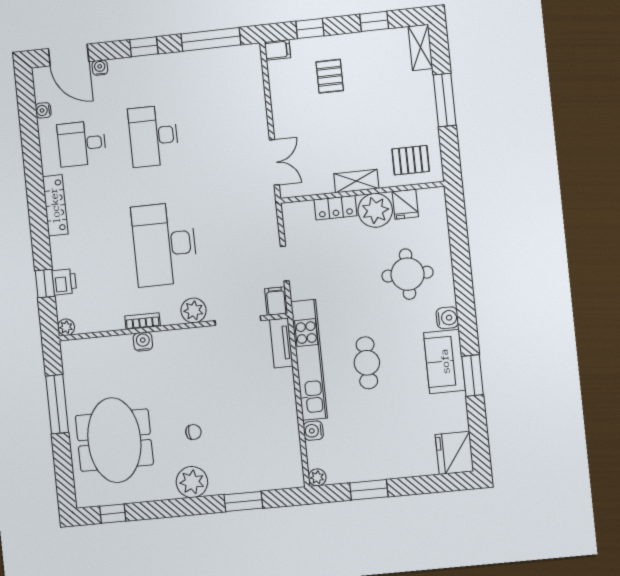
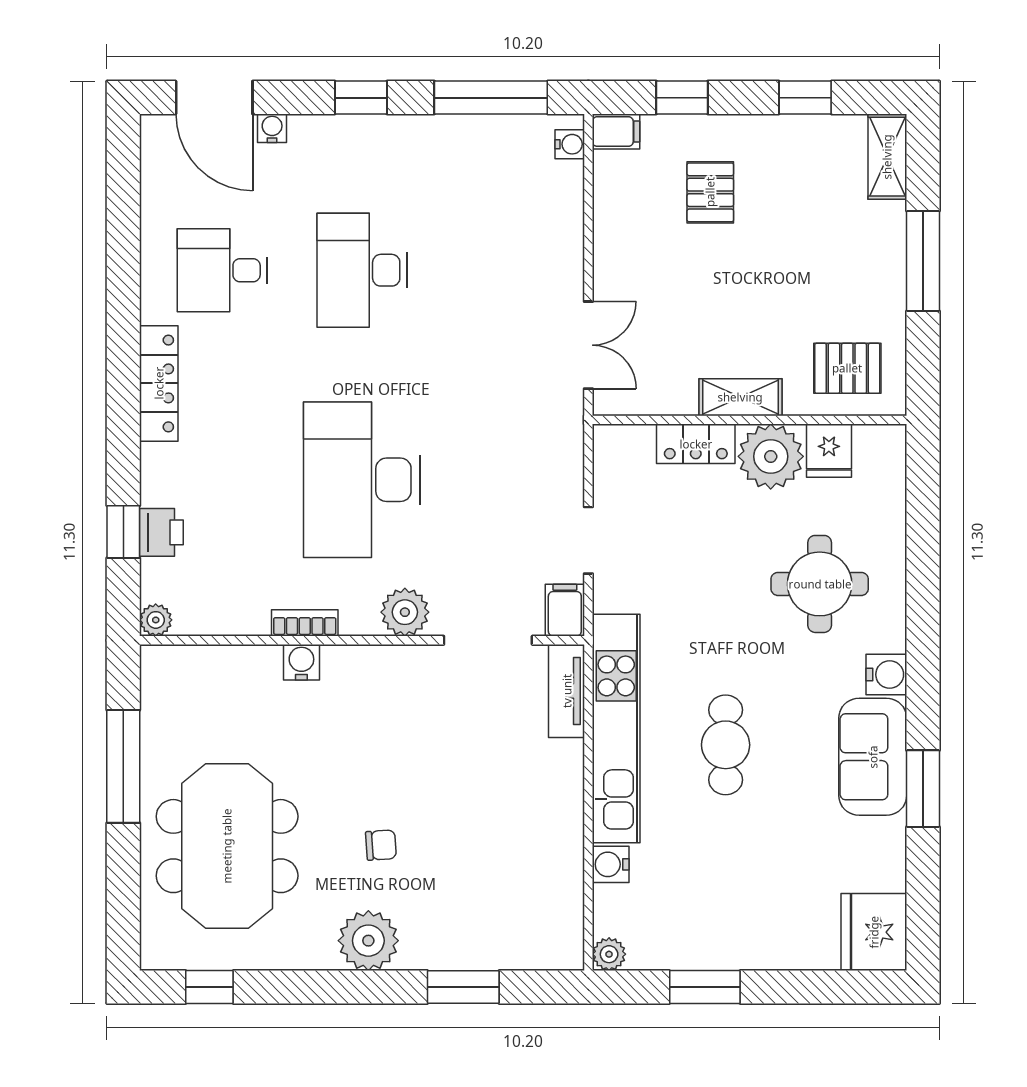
water cooler: (43, 110) -> (570, 144), moved, turned 180

